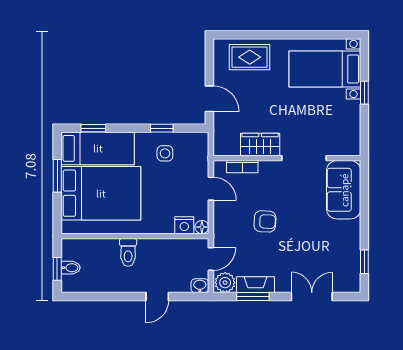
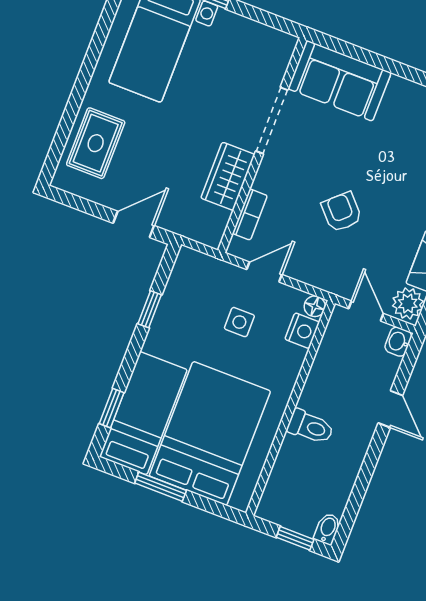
side table: (165, 153) -> (239, 322), moved
armchair: (265, 221) -> (342, 212), turned -46
bidet: (71, 268) -> (327, 529), moved

